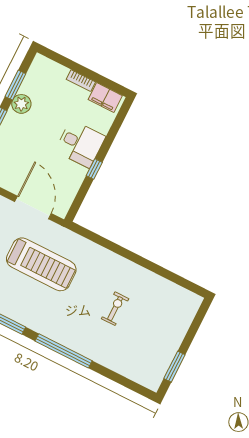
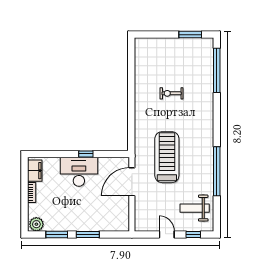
plant: (21, 104) -> (36, 224), moved
desk: (80, 144) -> (79, 172), width x1.37
window: (64, 351) -> (217, 70), moved

